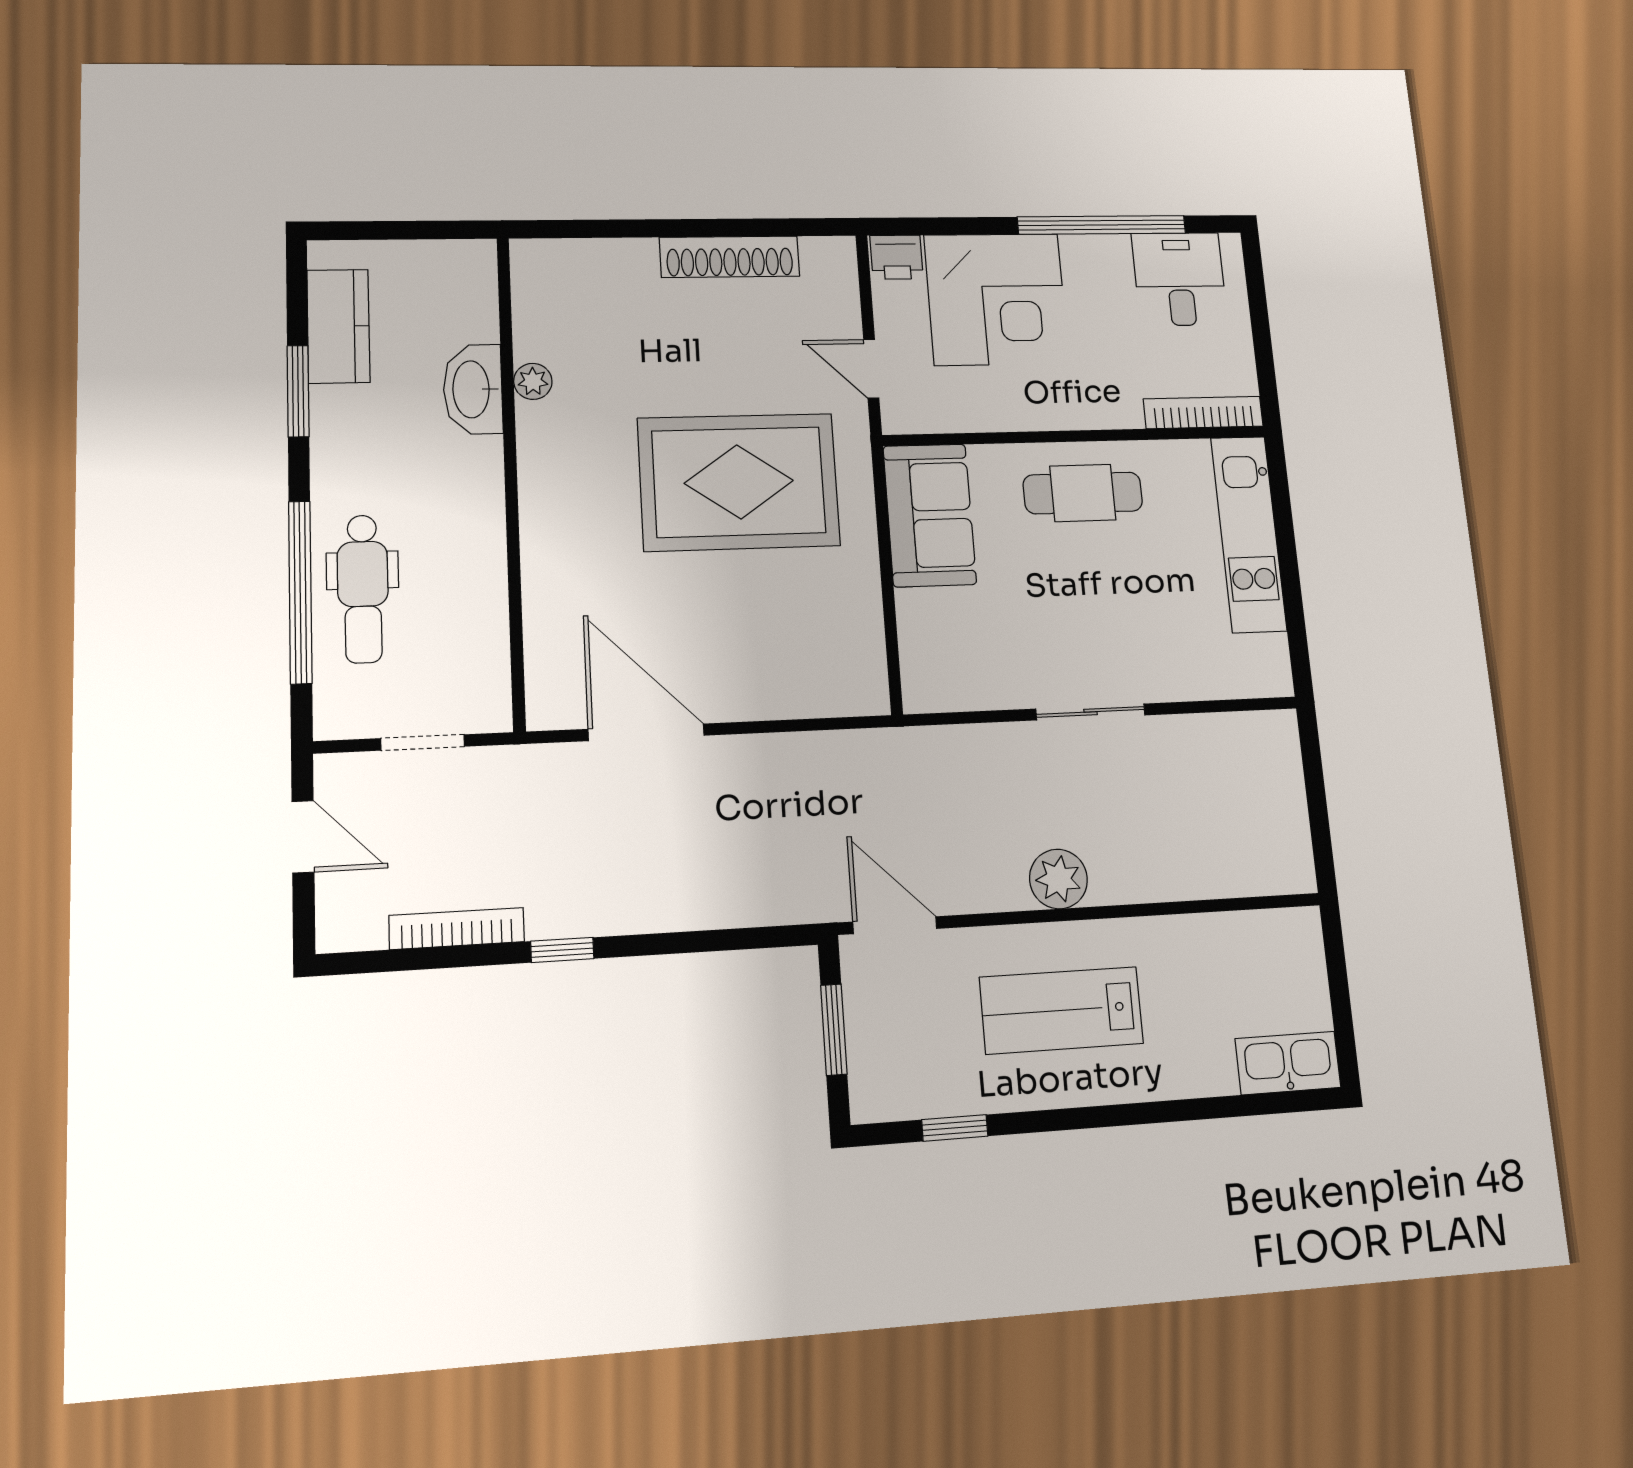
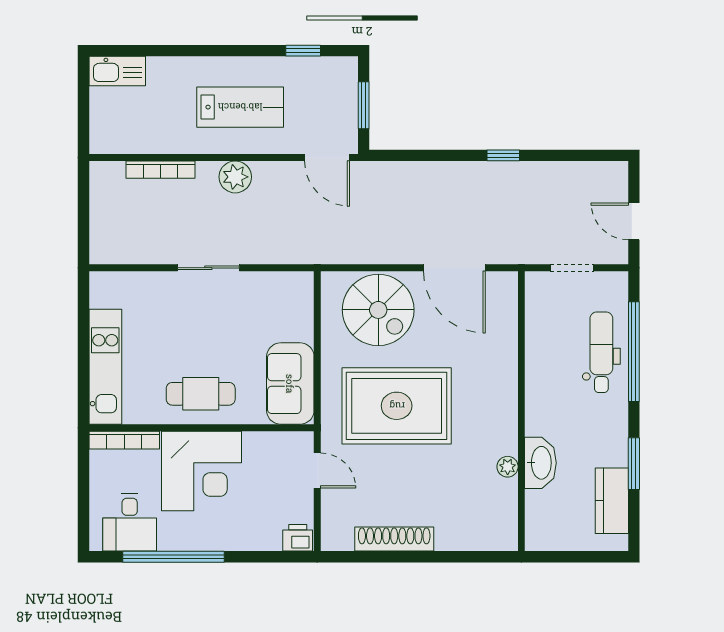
corner desk: (996, 299) -> (202, 471), moved, turned 180
spiral stairs: (782, 650) -> (378, 310), added
bookcase: (457, 929) -> (161, 170), moved

